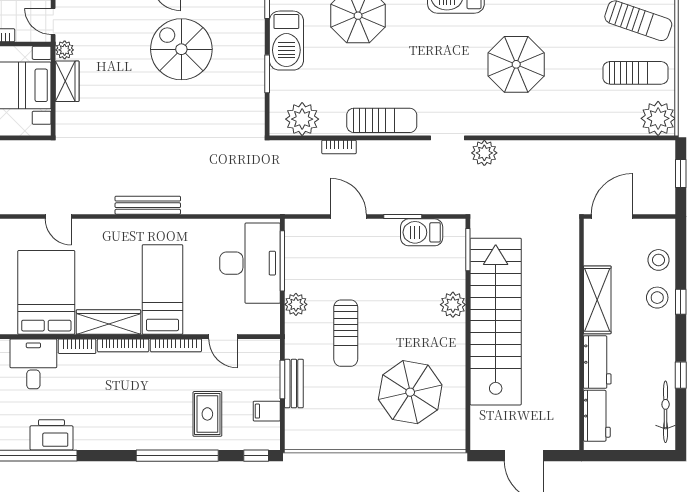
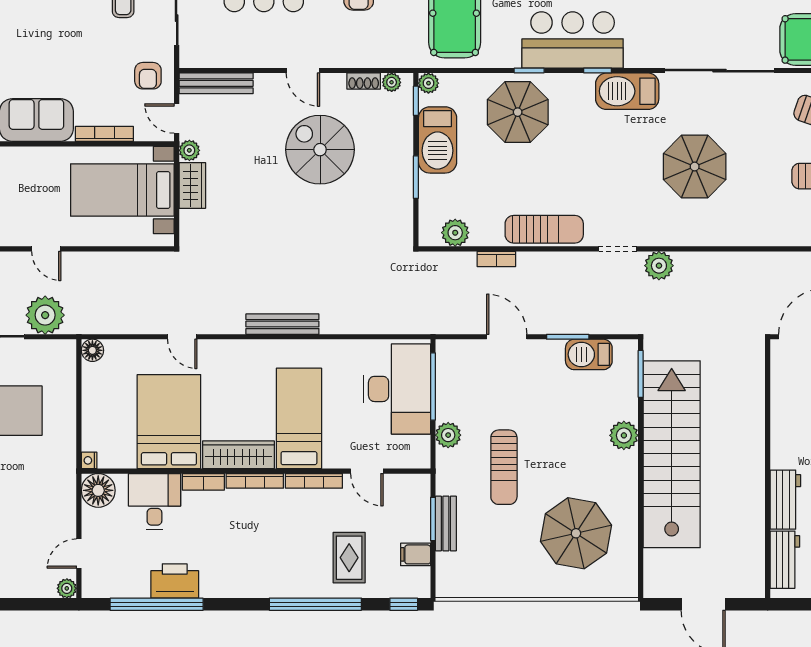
plant: (302, 119) -> (455, 233), width x0.73, depth x0.73
shelving: (597, 300) -> (785, 430), removed

